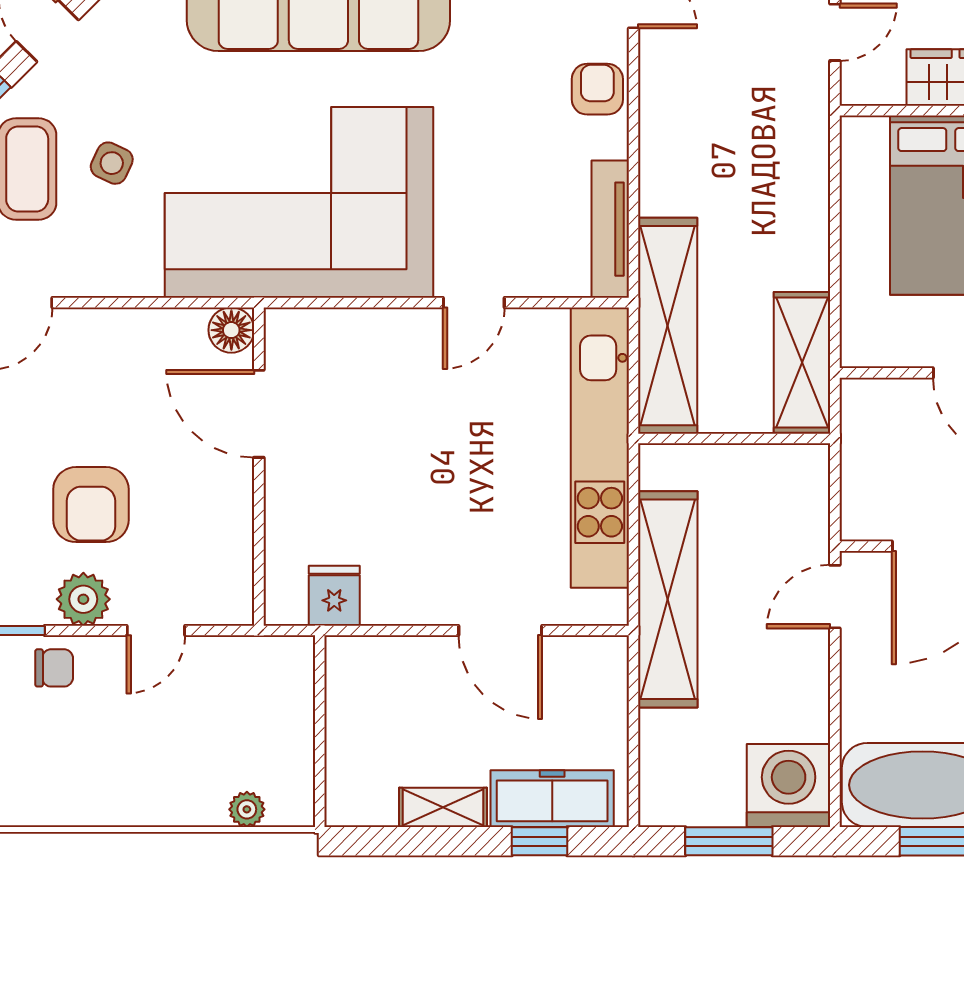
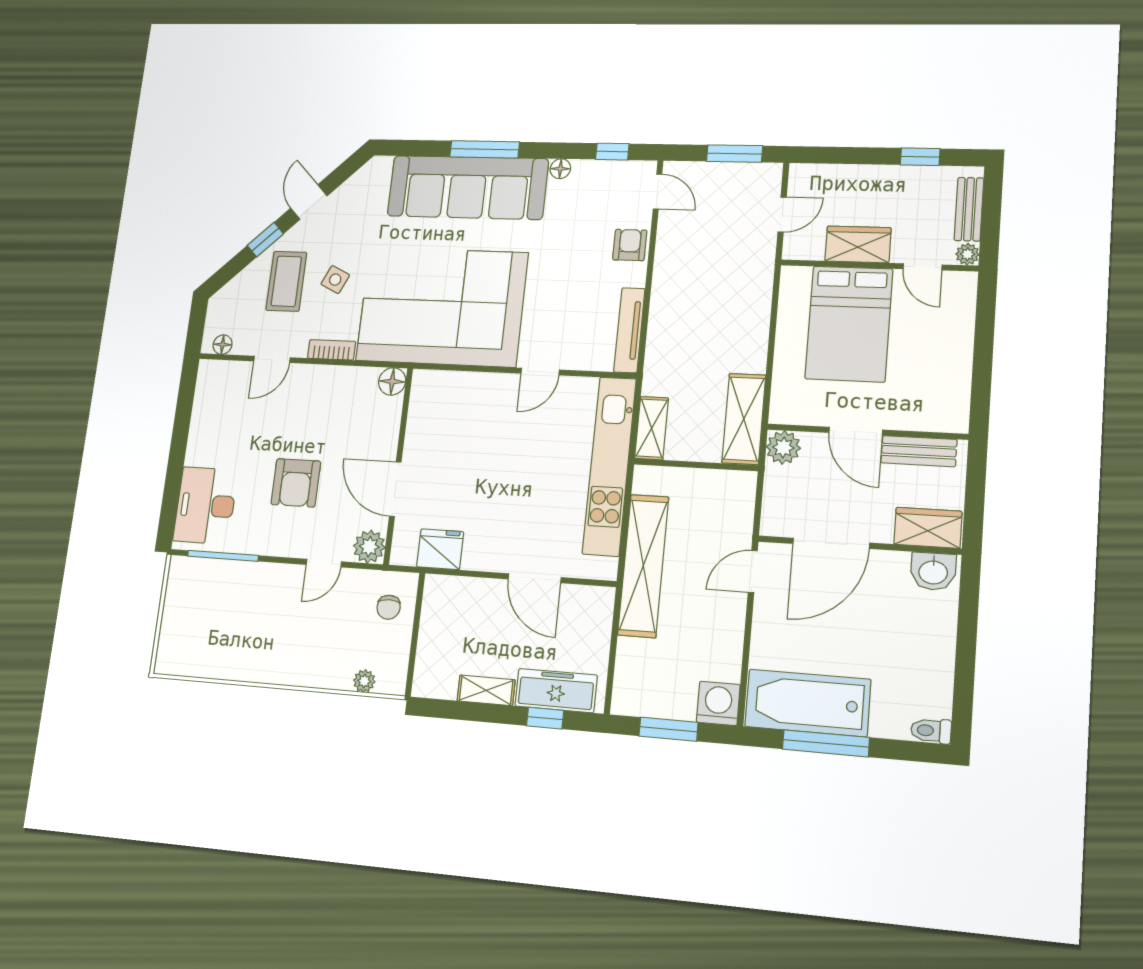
bookcase: (122, 282) -> (332, 350), added
shelving: (668, 326) -> (652, 428), width x0.45, depth x0.75
plant: (866, 404) -> (783, 447), added
door: (259, 414) -> (395, 489), moved
fridge: (334, 596) -> (440, 549), width x1.38
plant: (83, 599) -> (369, 547), moved
chair: (54, 668) -> (389, 607), moved, turned 90
washing machine: (789, 786) -> (718, 703), width x0.73, depth x0.73

